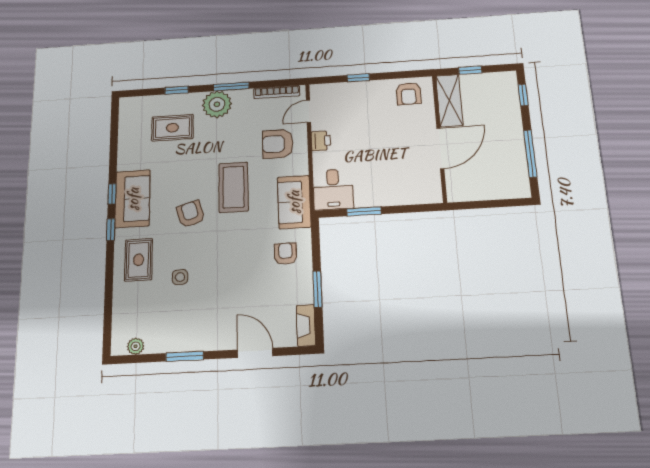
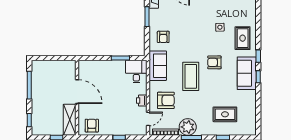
plant: (217, 104) -> (188, 127), moved
door: (440, 148) -> (77, 92), swing flipped
armchair: (191, 214) -> (214, 62), turned 107

